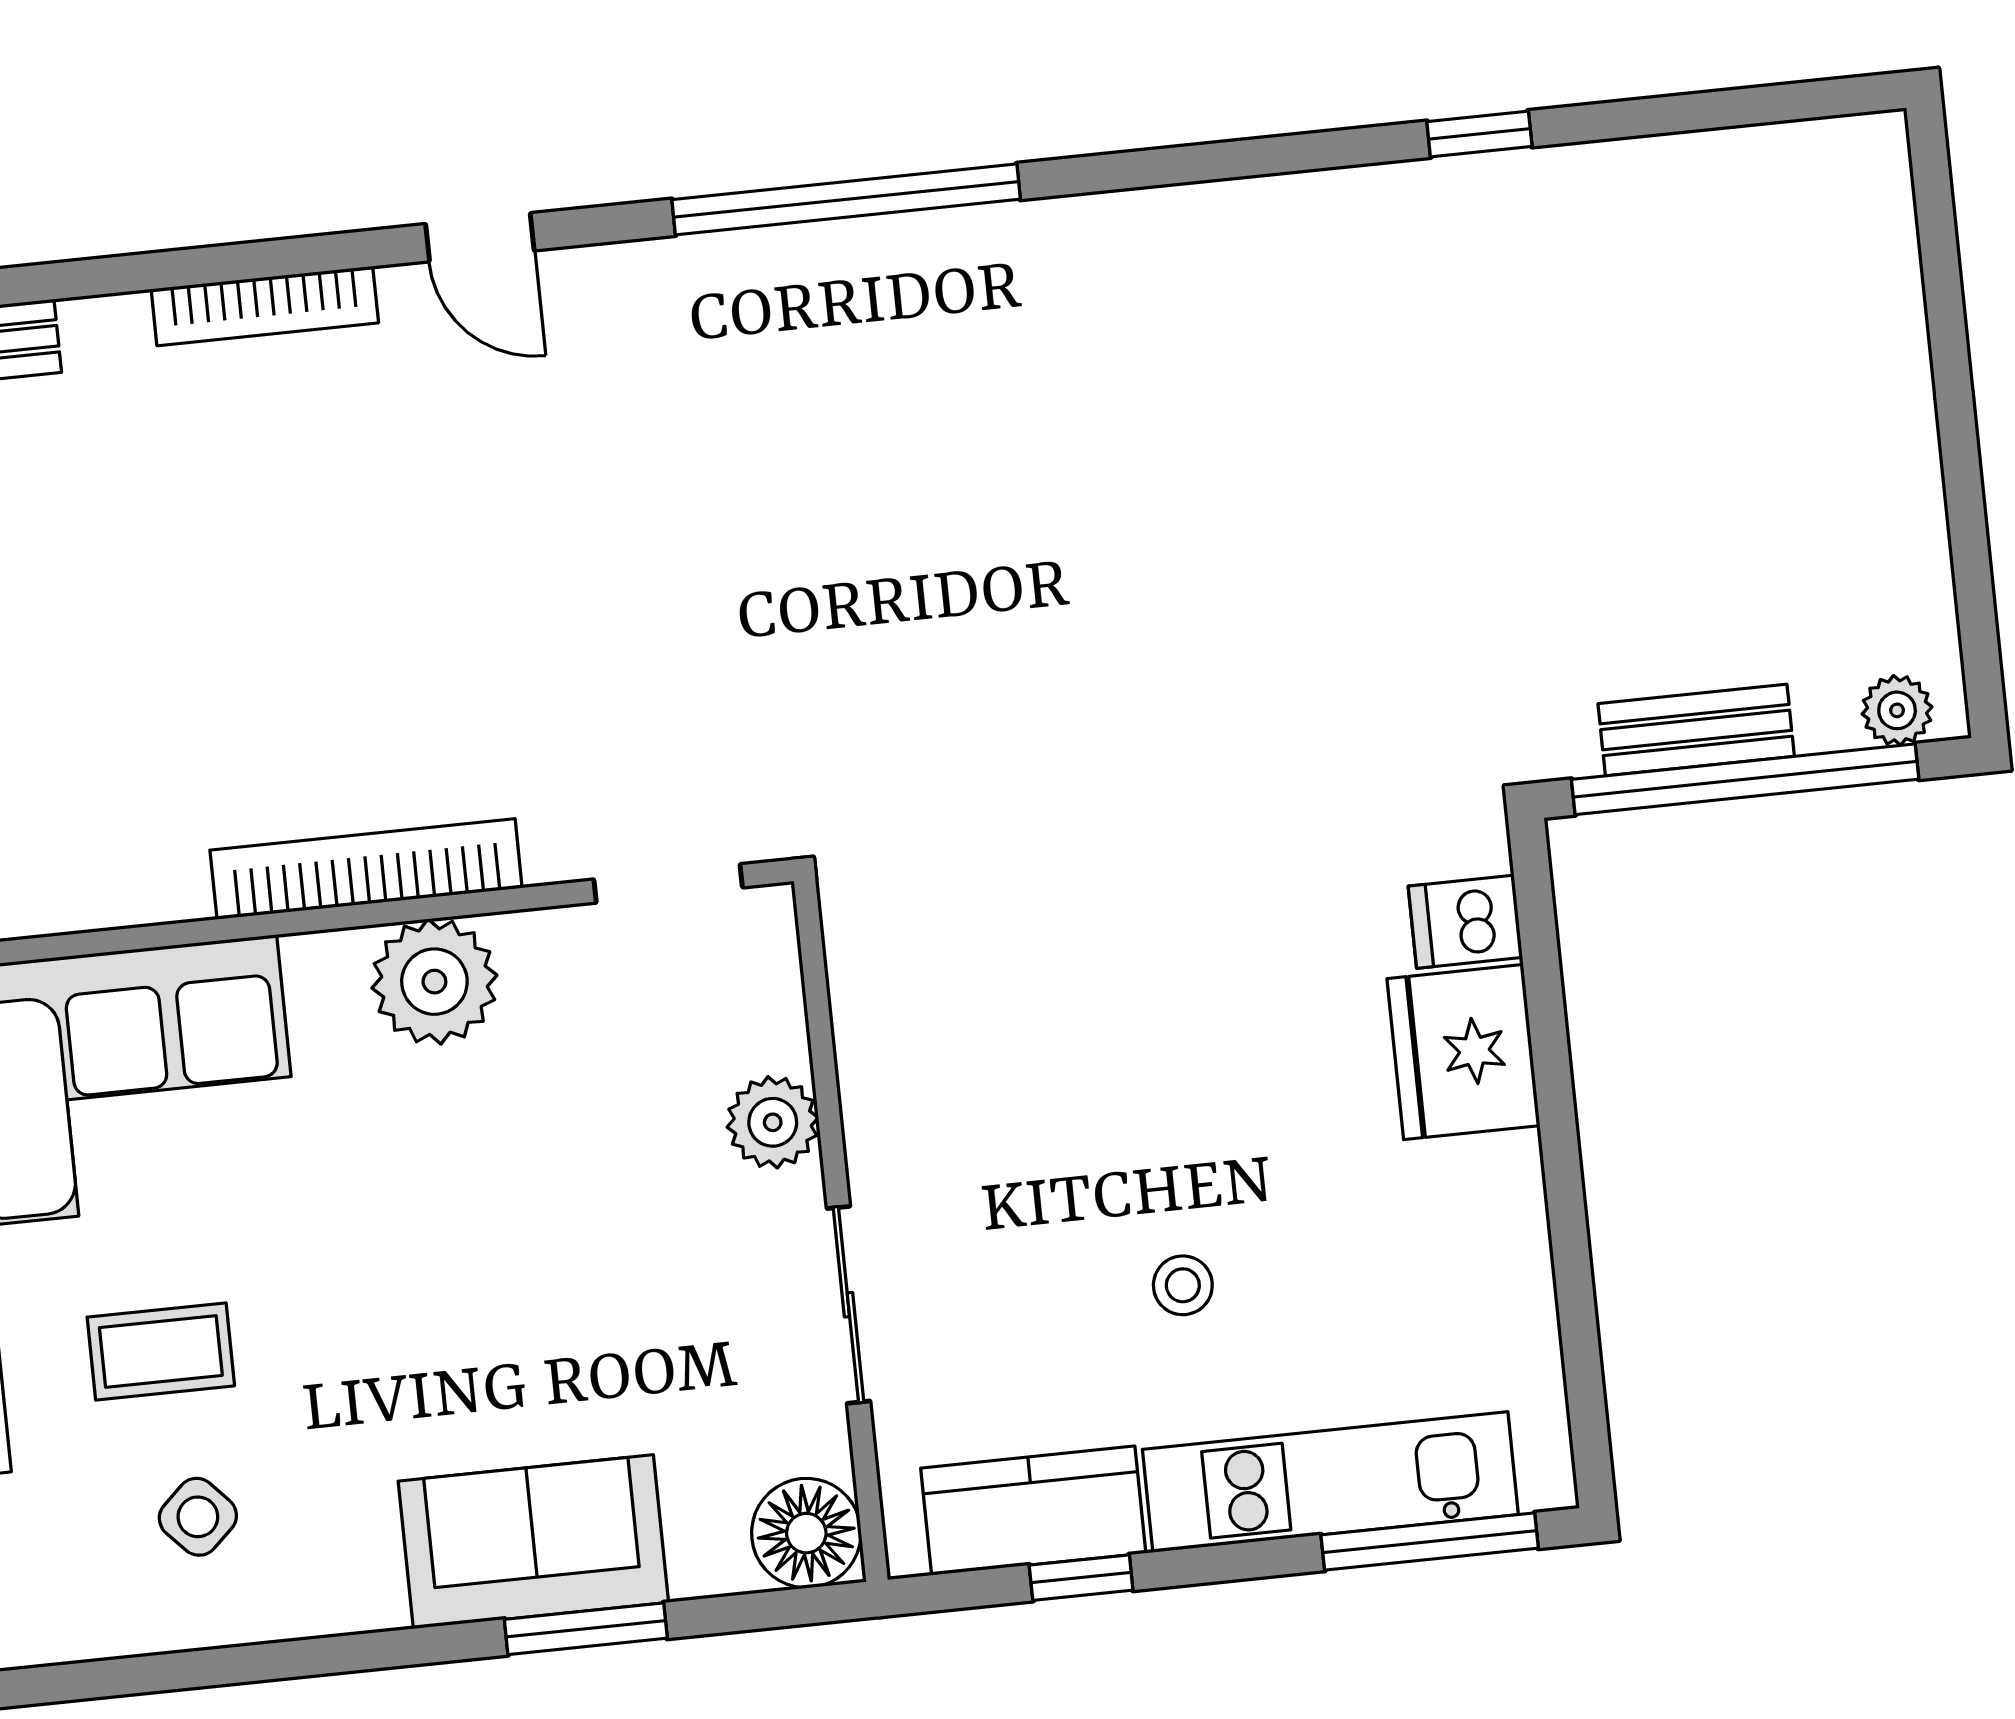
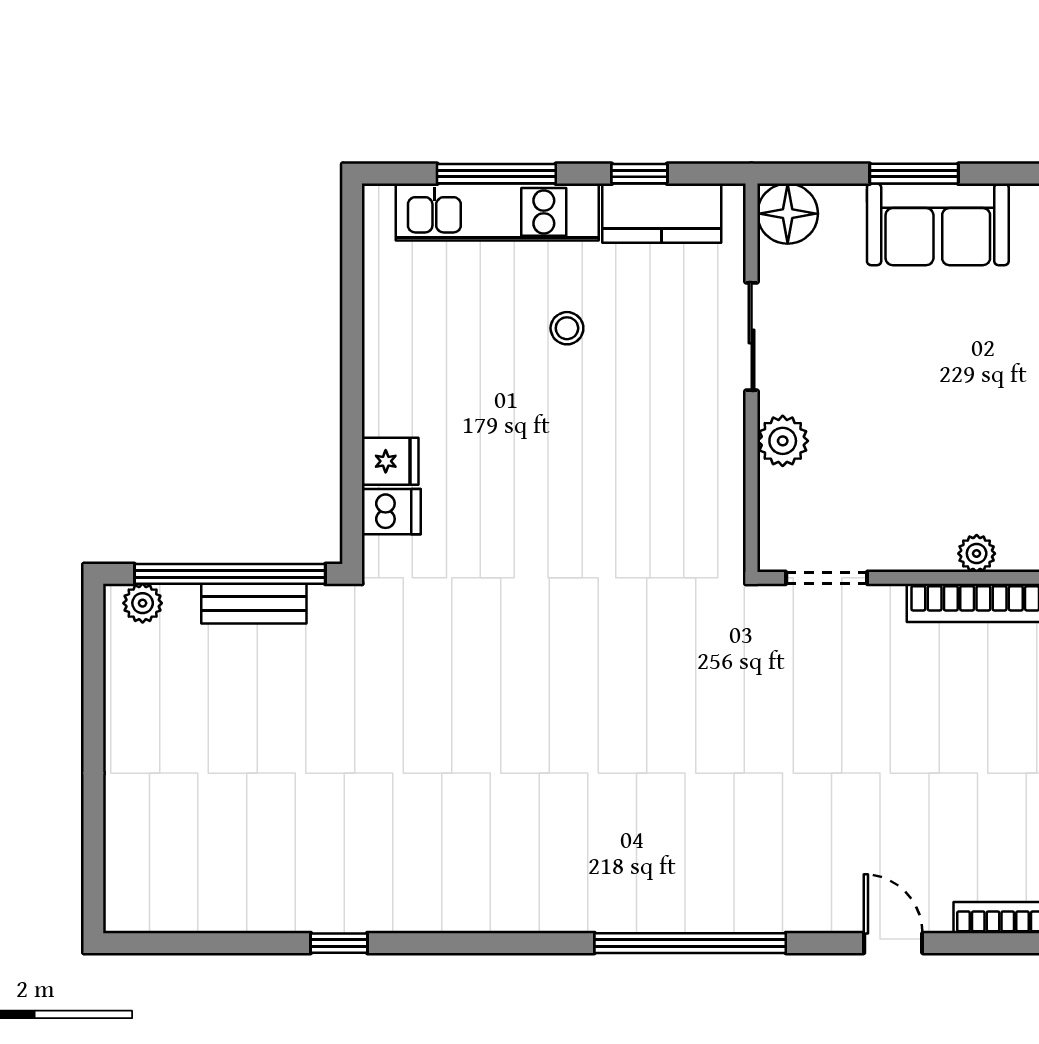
plant: (434, 982) -> (977, 553), width x0.53, depth x0.53
fridge: (1463, 1052) -> (390, 461), width x0.53, depth x0.75
window: (1430, 1542) -> (496, 174), moved

